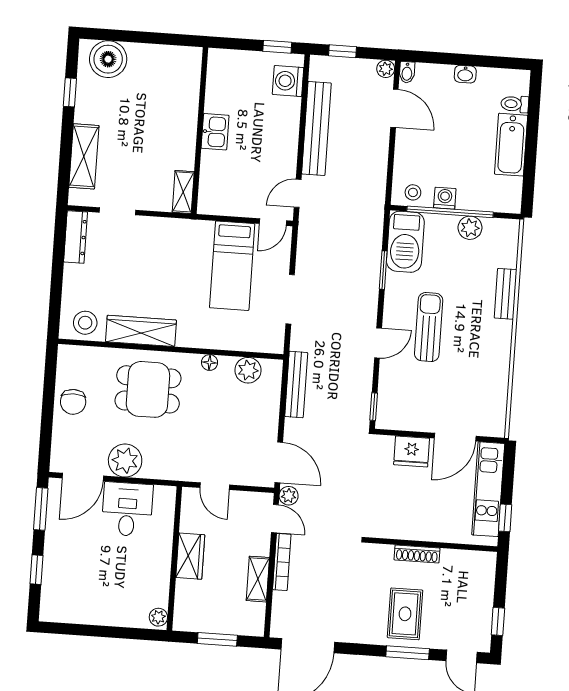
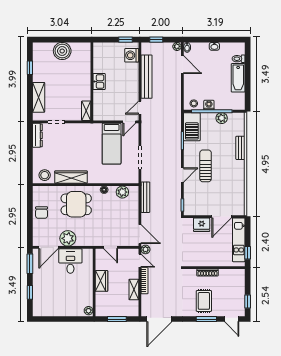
boiler: (108, 59) -> (62, 51), moved

